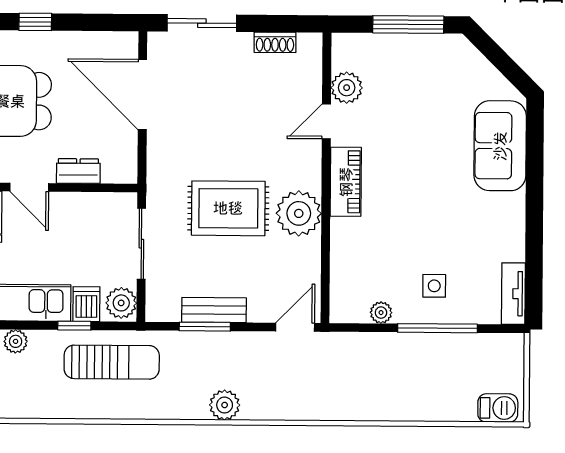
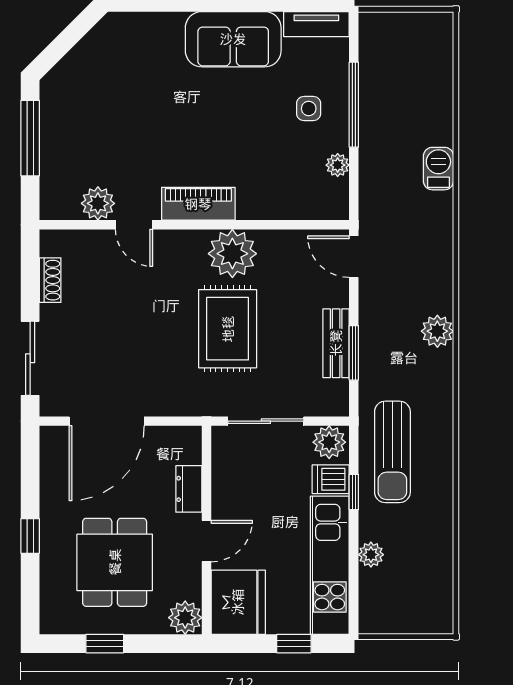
sofa: (500, 146) -> (233, 39), moved
sun lounger: (112, 362) -> (392, 452), turned 180
barbecue: (498, 408) -> (438, 169), moved

